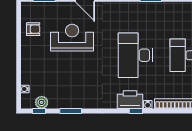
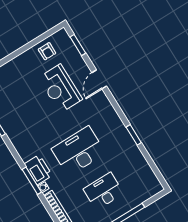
reception desk: (72, 38) -> (60, 88), turned 180
window: (136, 111) -> (32, 181), width x2.17

